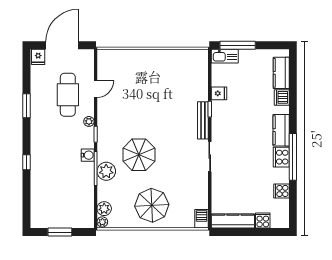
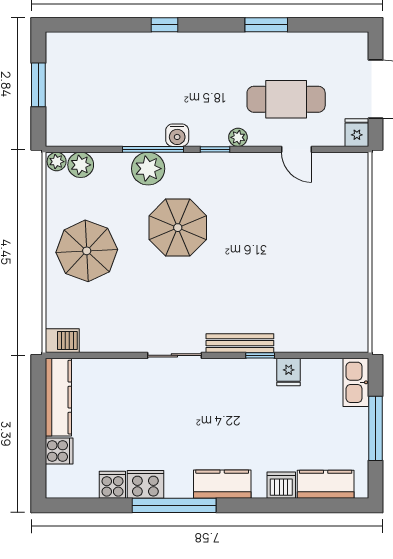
window: (238, 45) -> (376, 428), moved
fridge: (38, 57) -> (357, 133), moved, turned 90
cooker: (281, 157) -> (145, 484), moved

